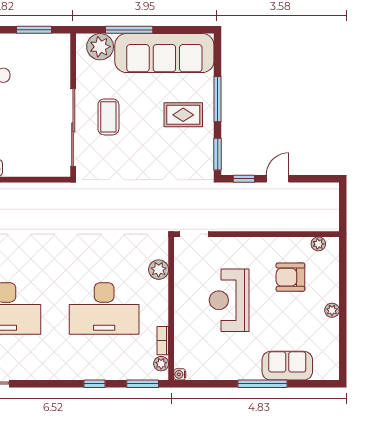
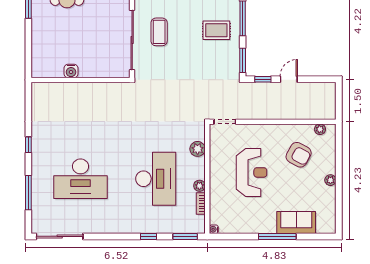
armchair: (290, 277) -> (299, 155), turned -152
reception desk: (229, 300) -> (252, 172), turned 180
desk: (104, 308) -> (156, 179), turned -90
plant: (161, 364) -> (199, 186), moved

